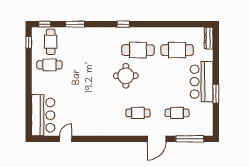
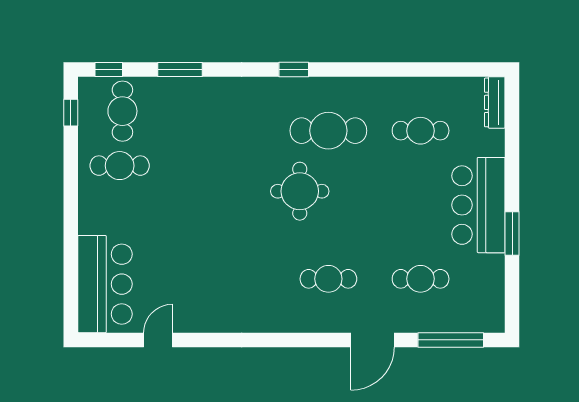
cafe table: (177, 50) -> (421, 131), width x0.73, depth x0.74

